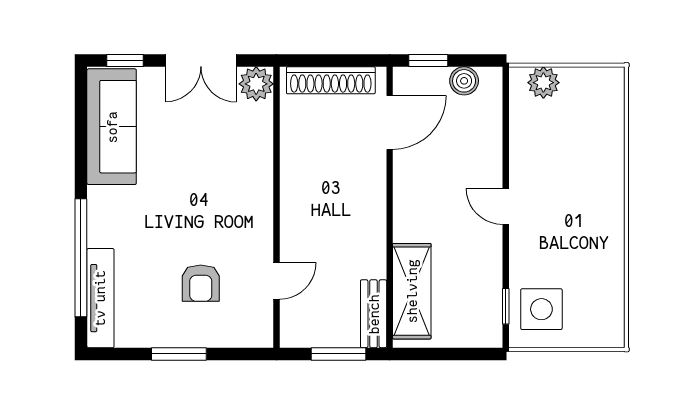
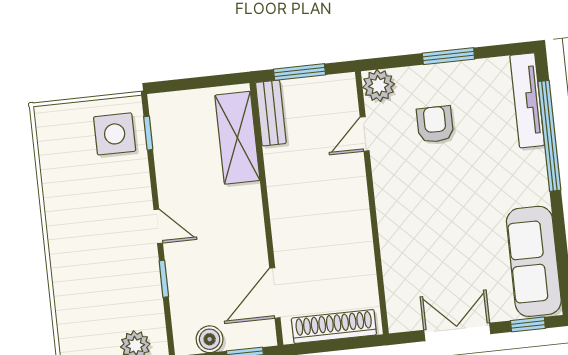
plant: (256, 84) -> (379, 86), moved
window: (506, 150) -> (164, 279), added

